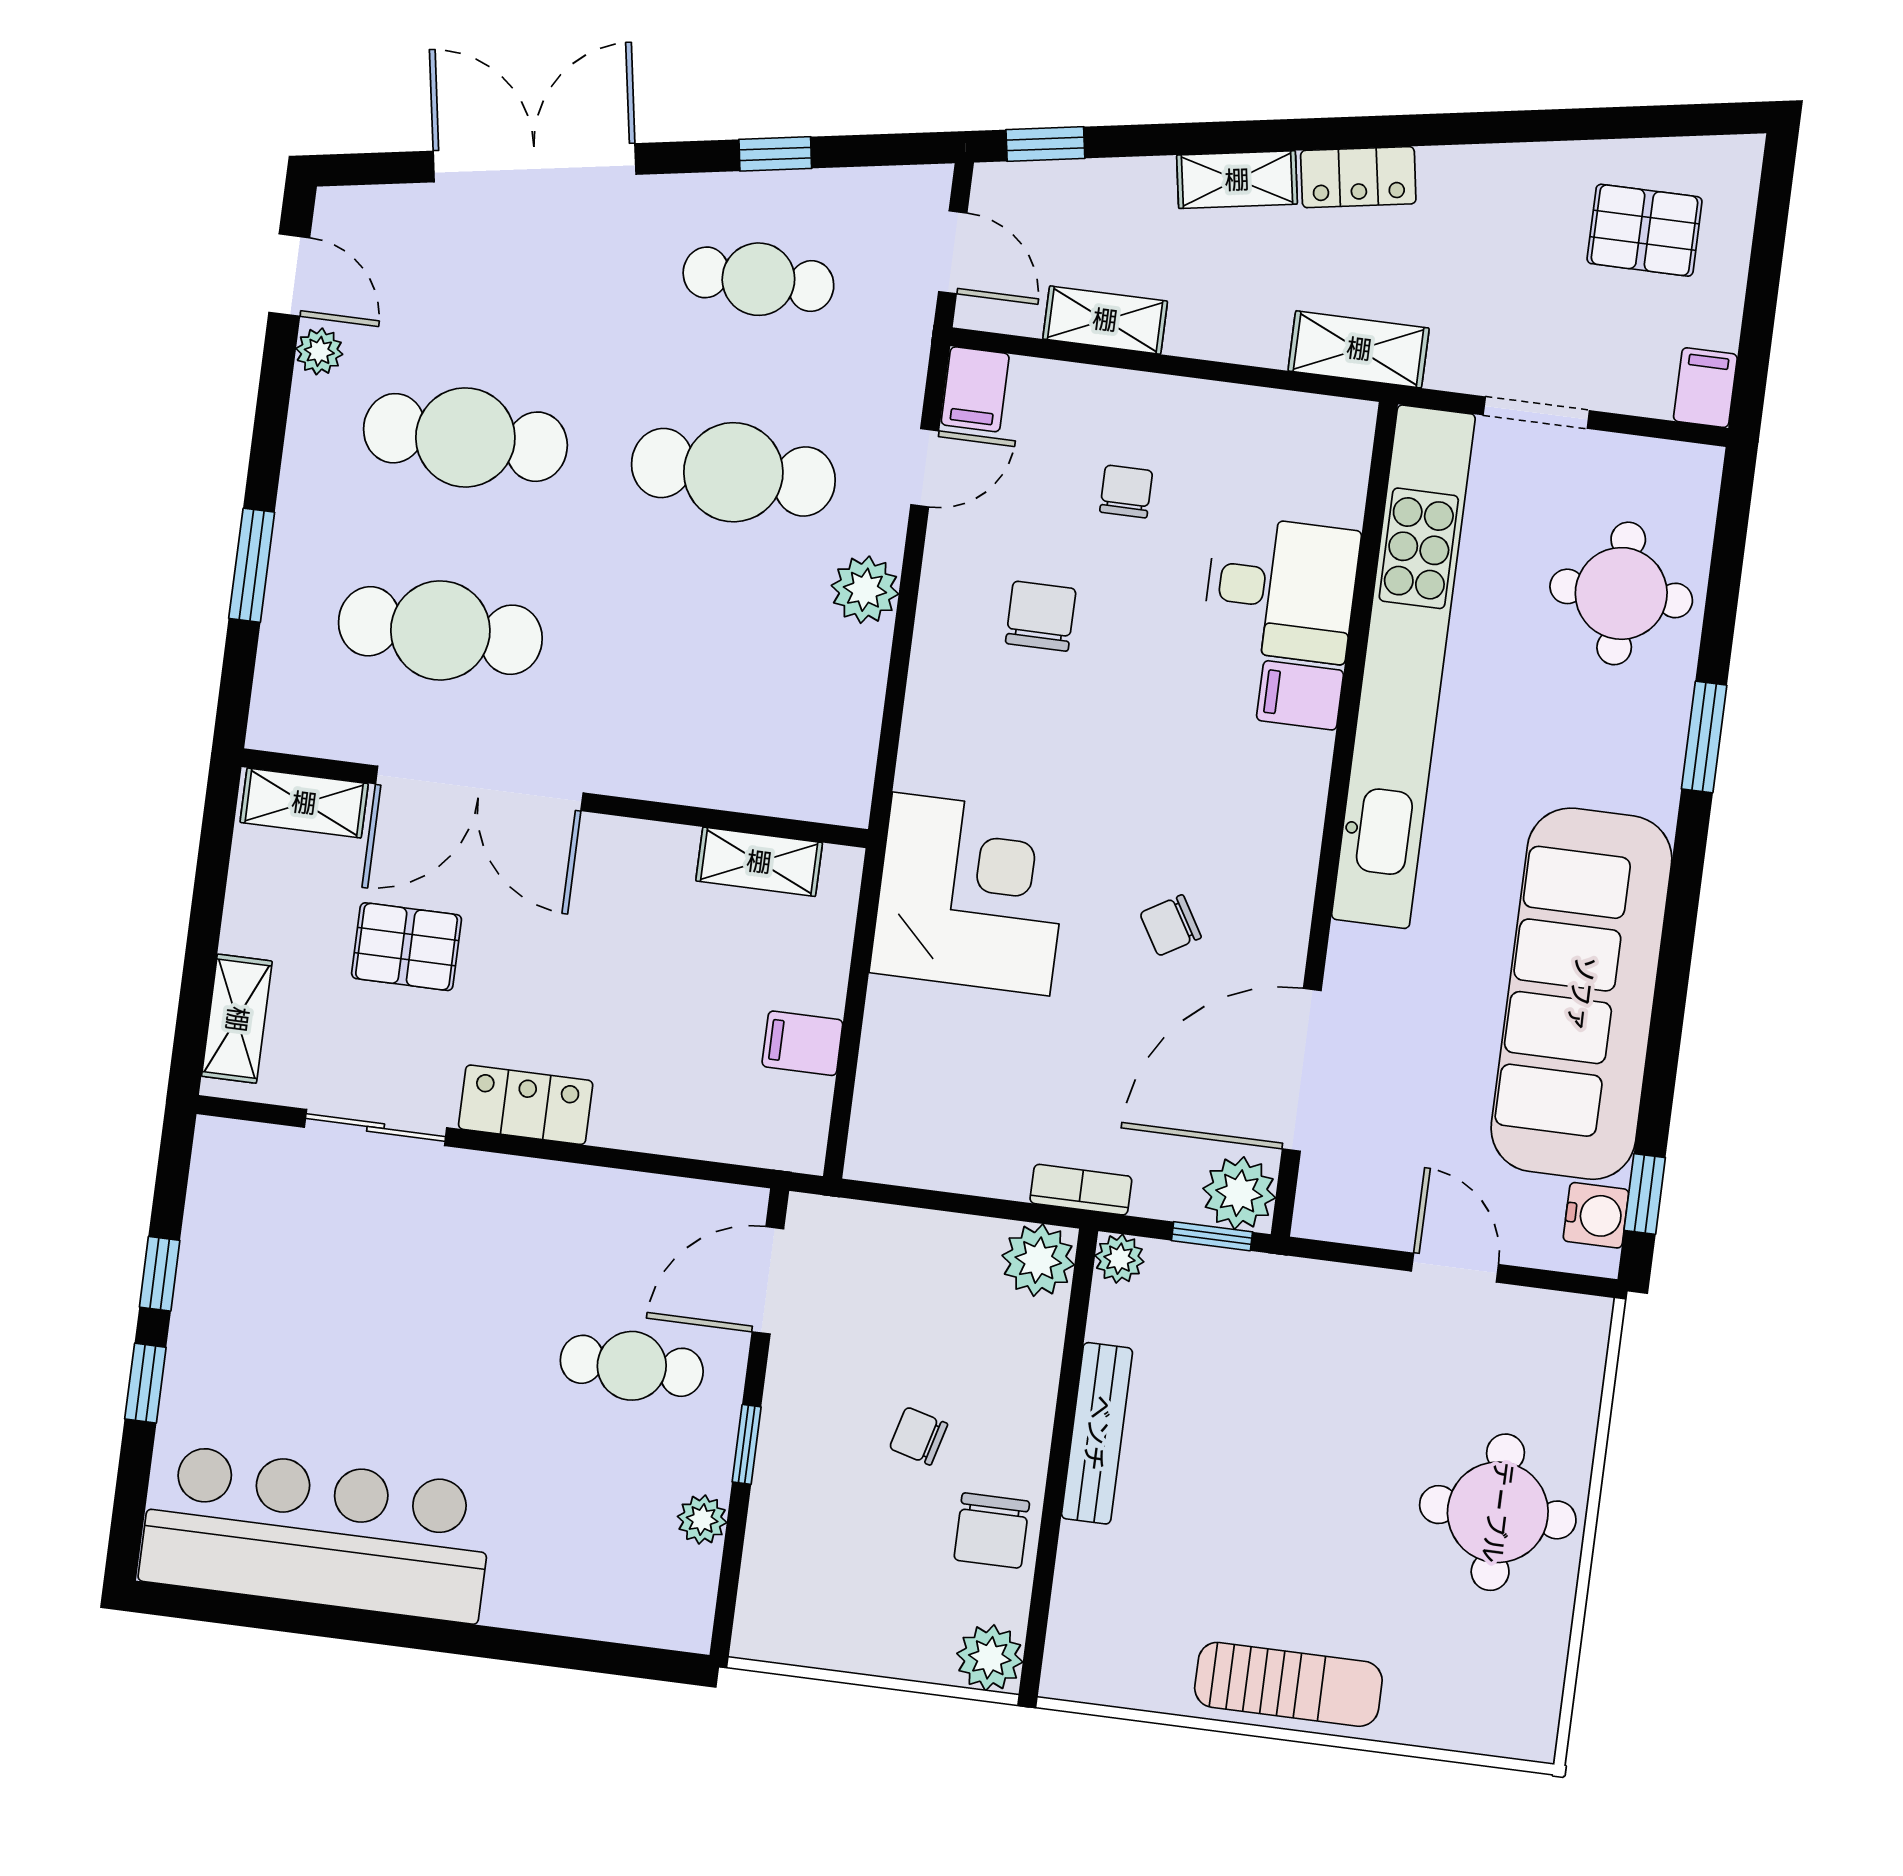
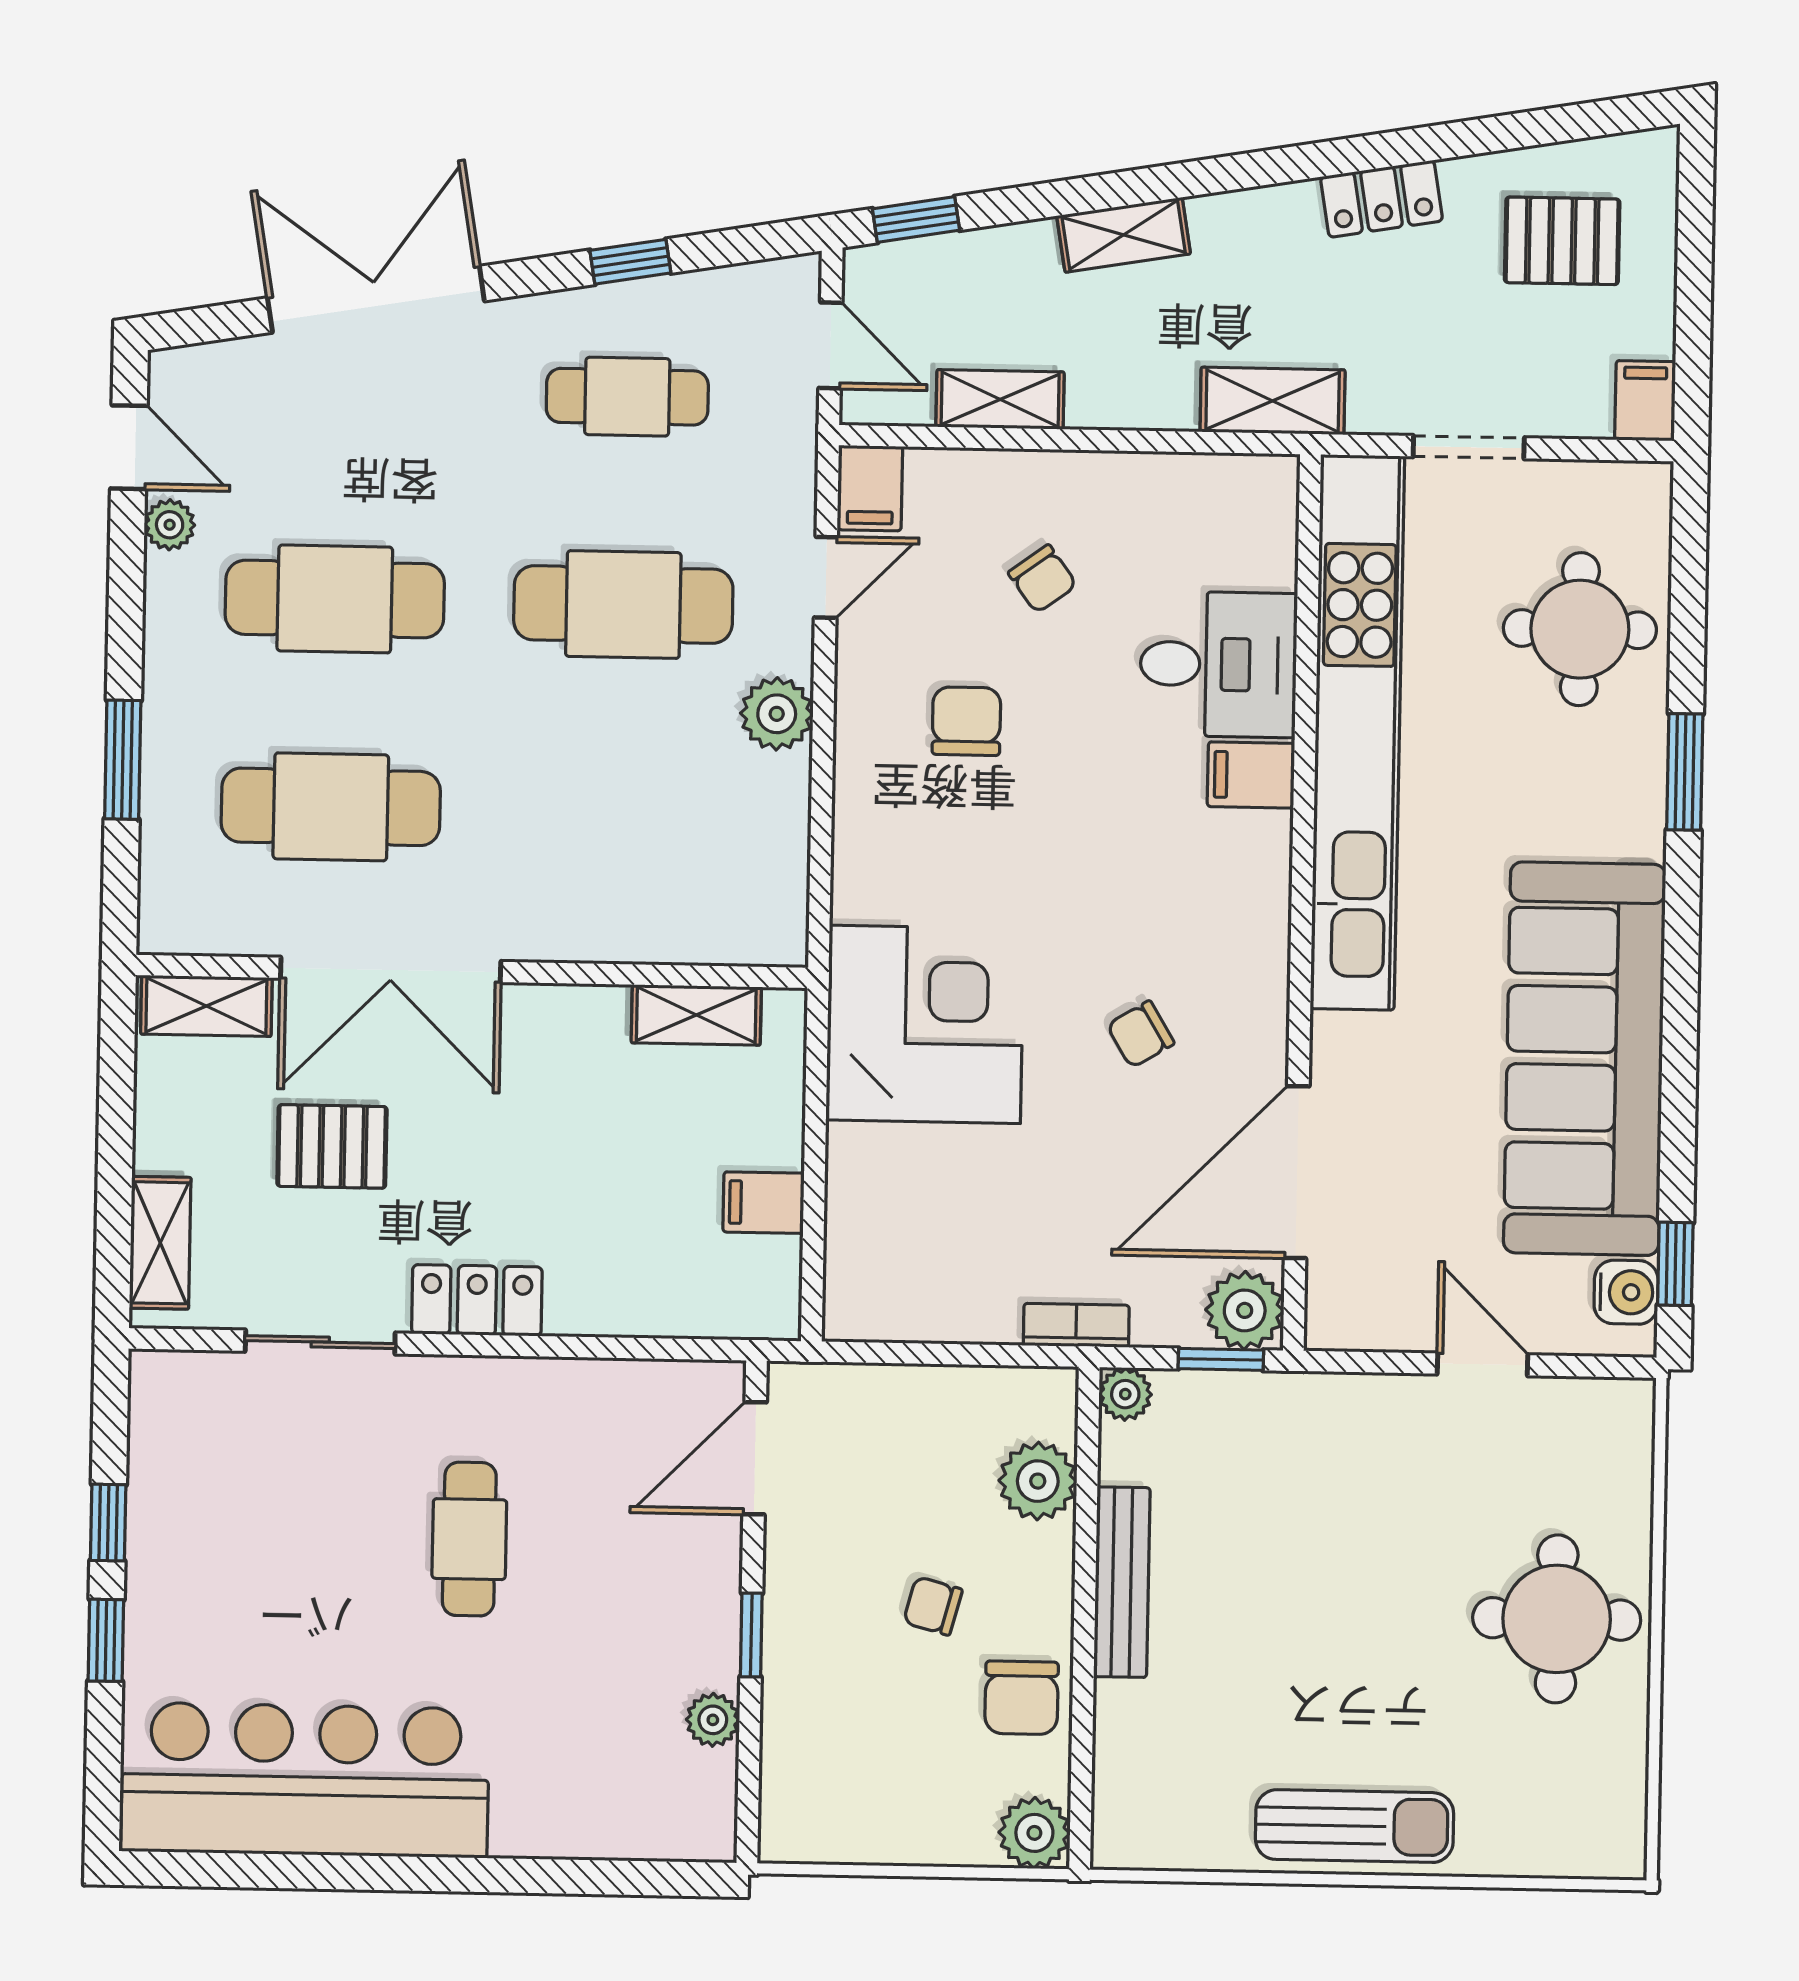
locker: (1358, 177) -> (1382, 199), moved
chair: (1126, 491) -> (1043, 579), turned 144
plant: (1038, 1260) -> (1038, 1481), moved
cafe table: (632, 1366) -> (469, 1539), moved, turned 90

